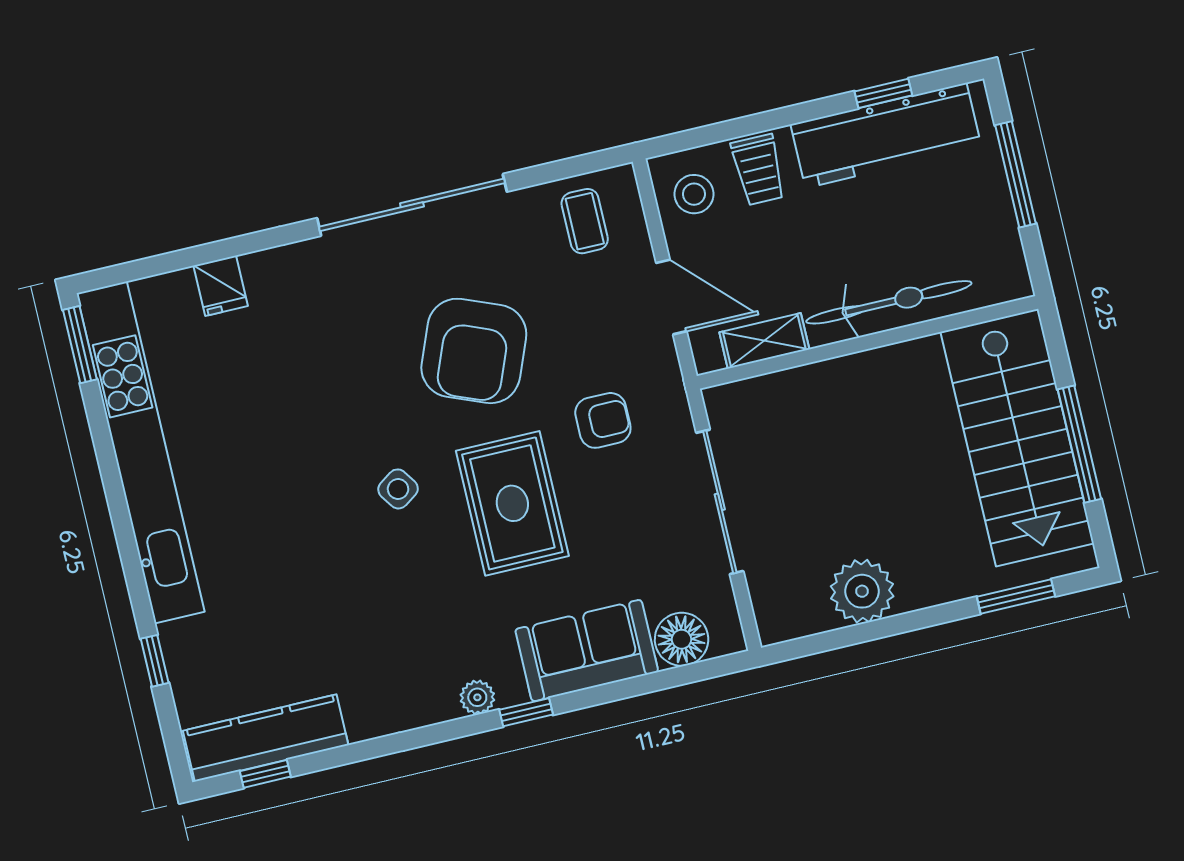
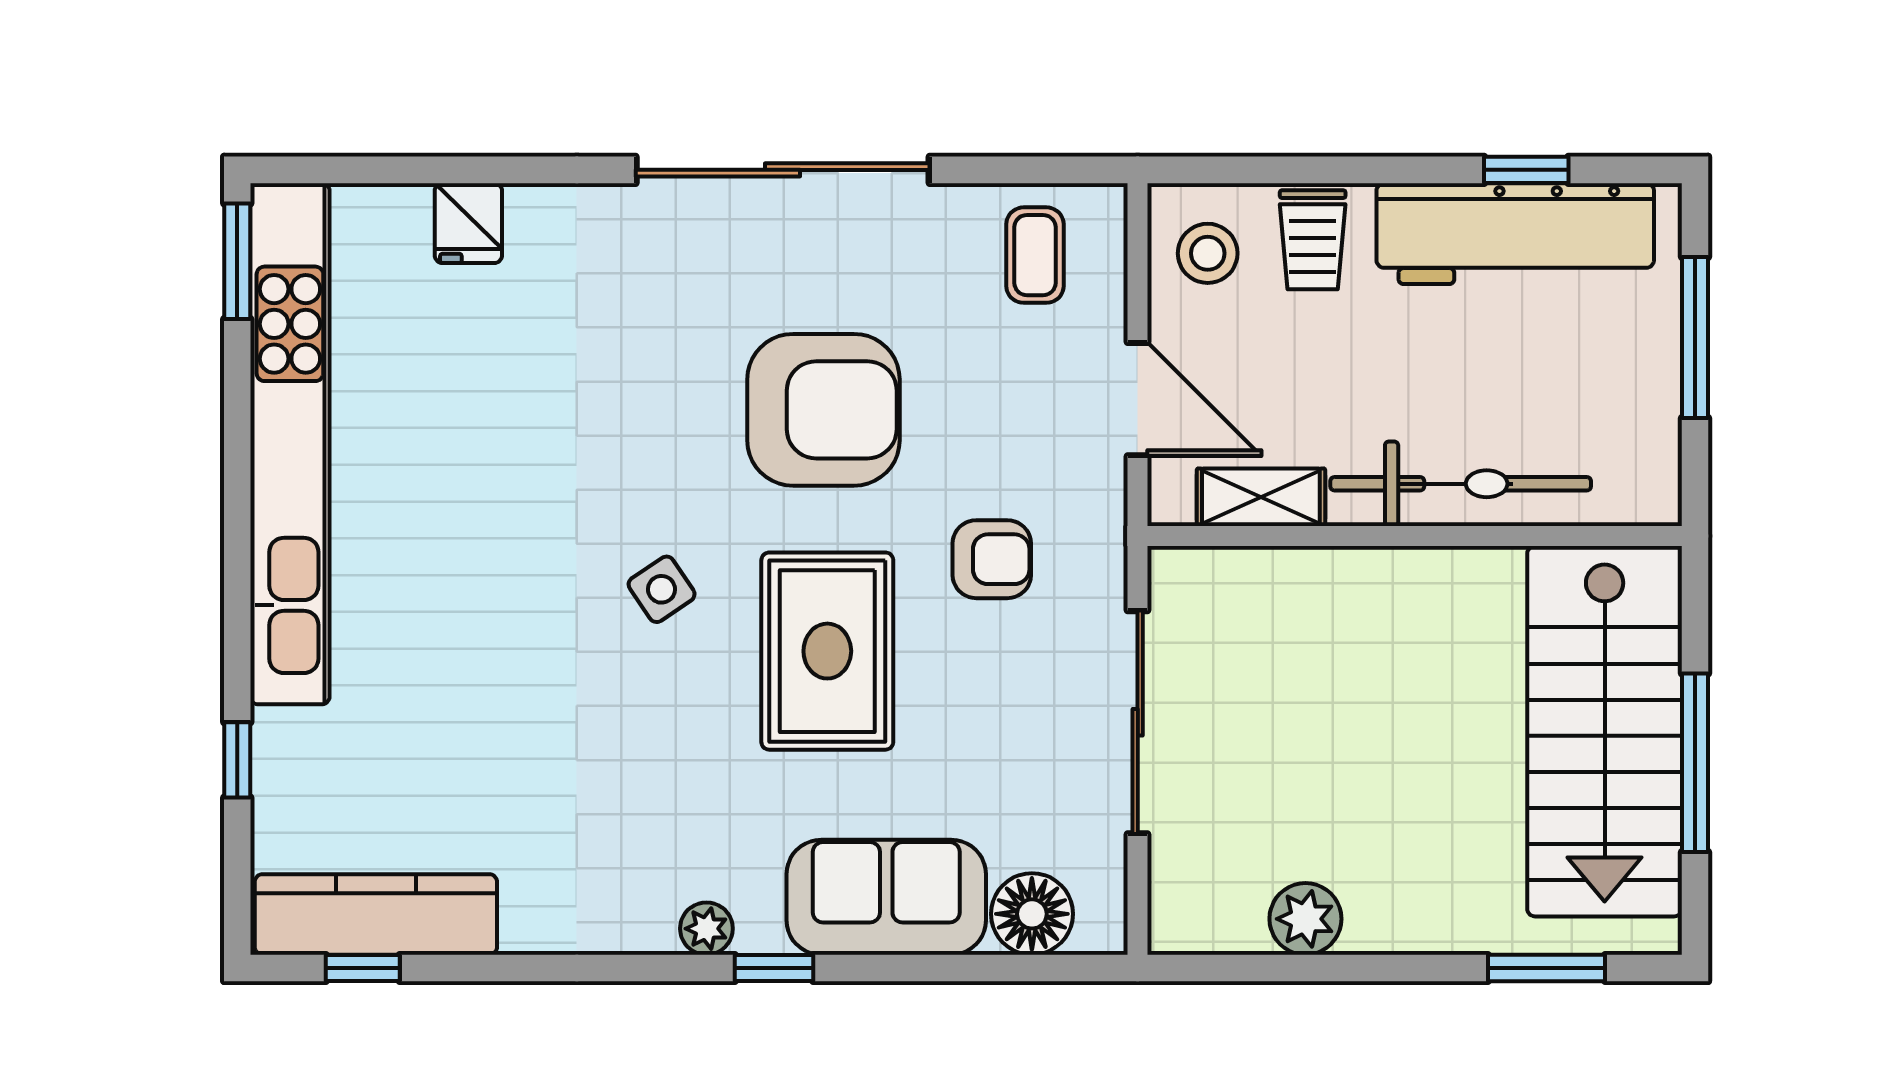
armchair: (474, 351) -> (823, 410), turned -112
plant: (862, 591) -> (1305, 919), width x0.73, depth x0.73

